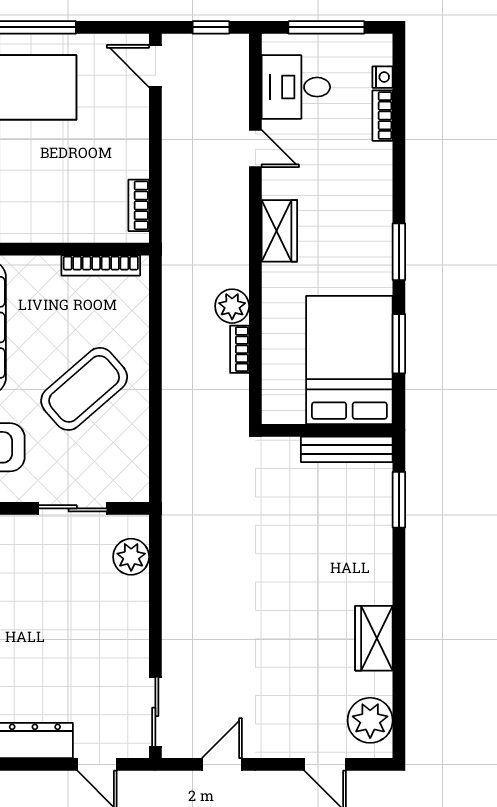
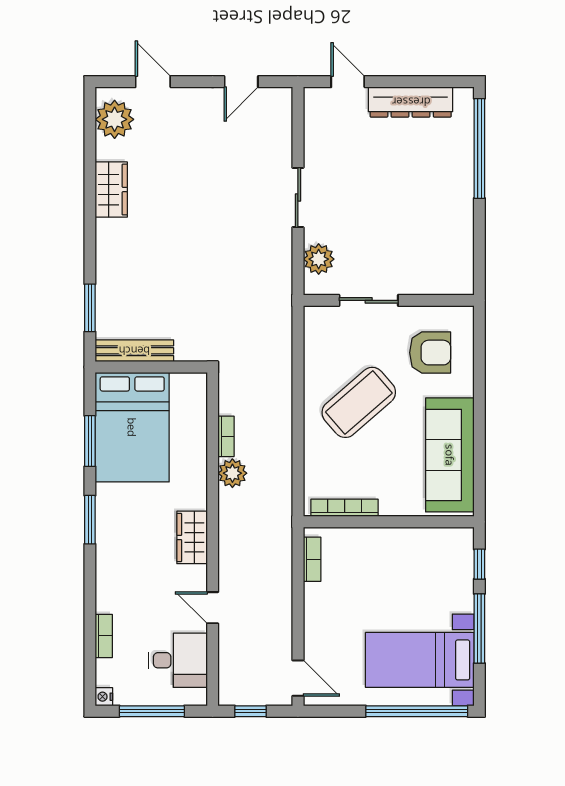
nightstand: (383, 77) -> (104, 697), moved
sliding door: (155, 712) -> (298, 197), moved

